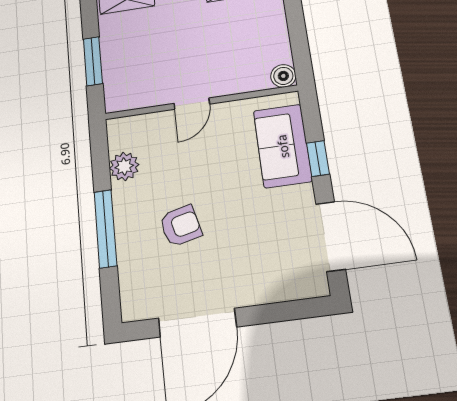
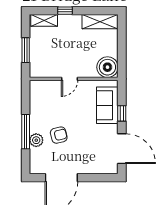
boiler: (283, 76) -> (107, 67), width x1.86, depth x1.86
plant: (124, 166) -> (36, 140), moved

